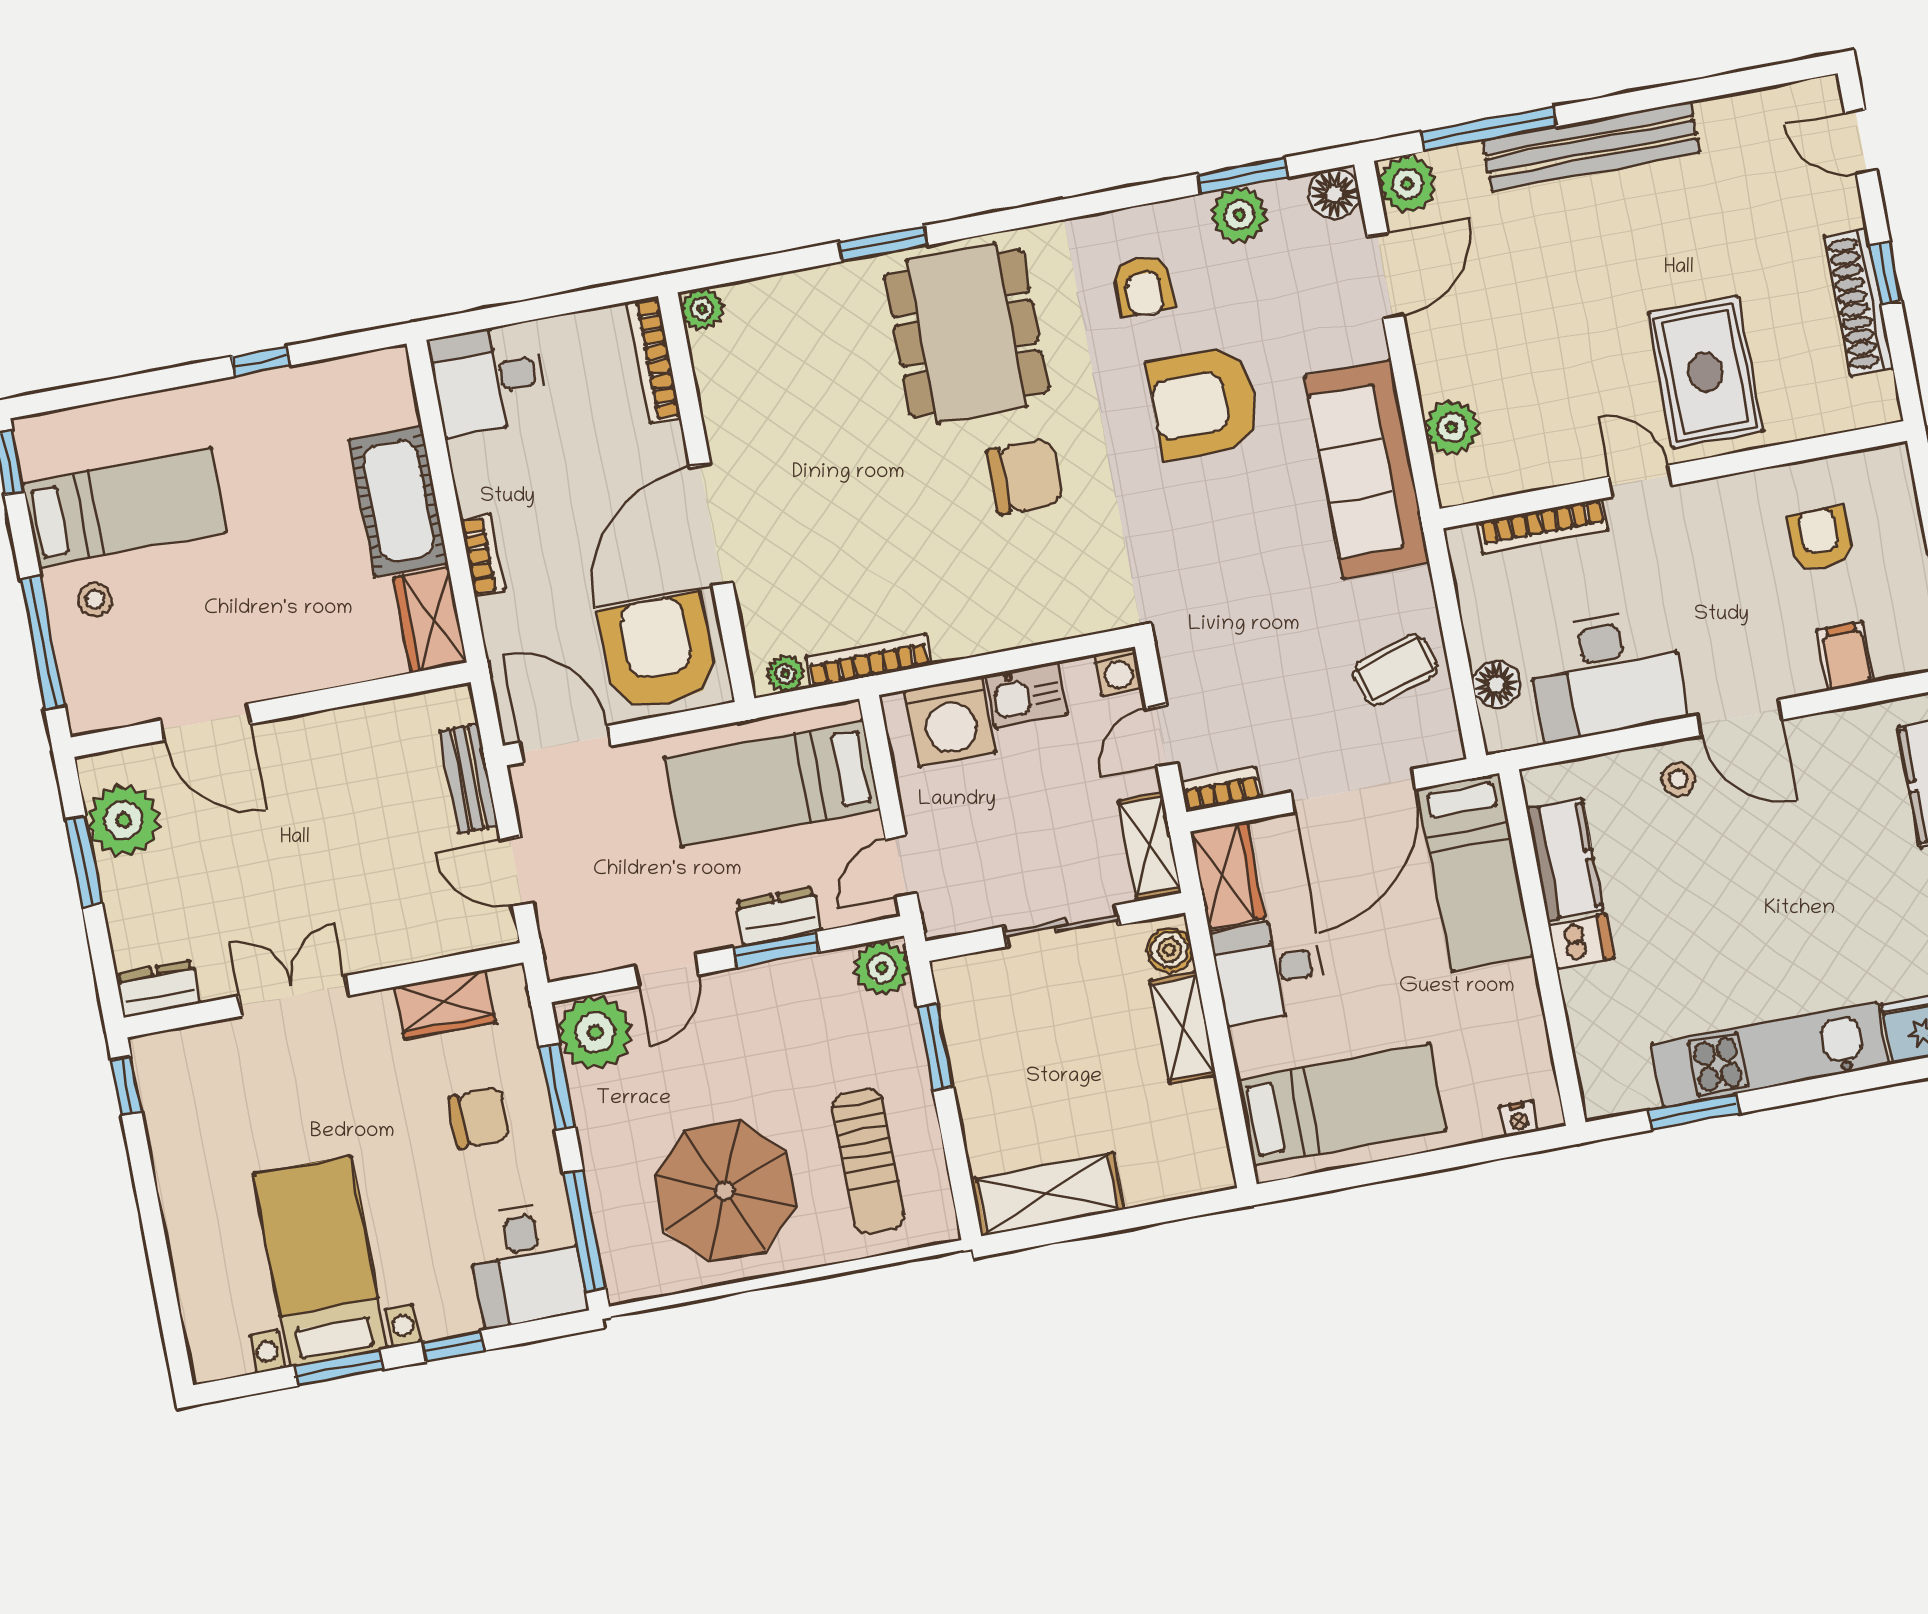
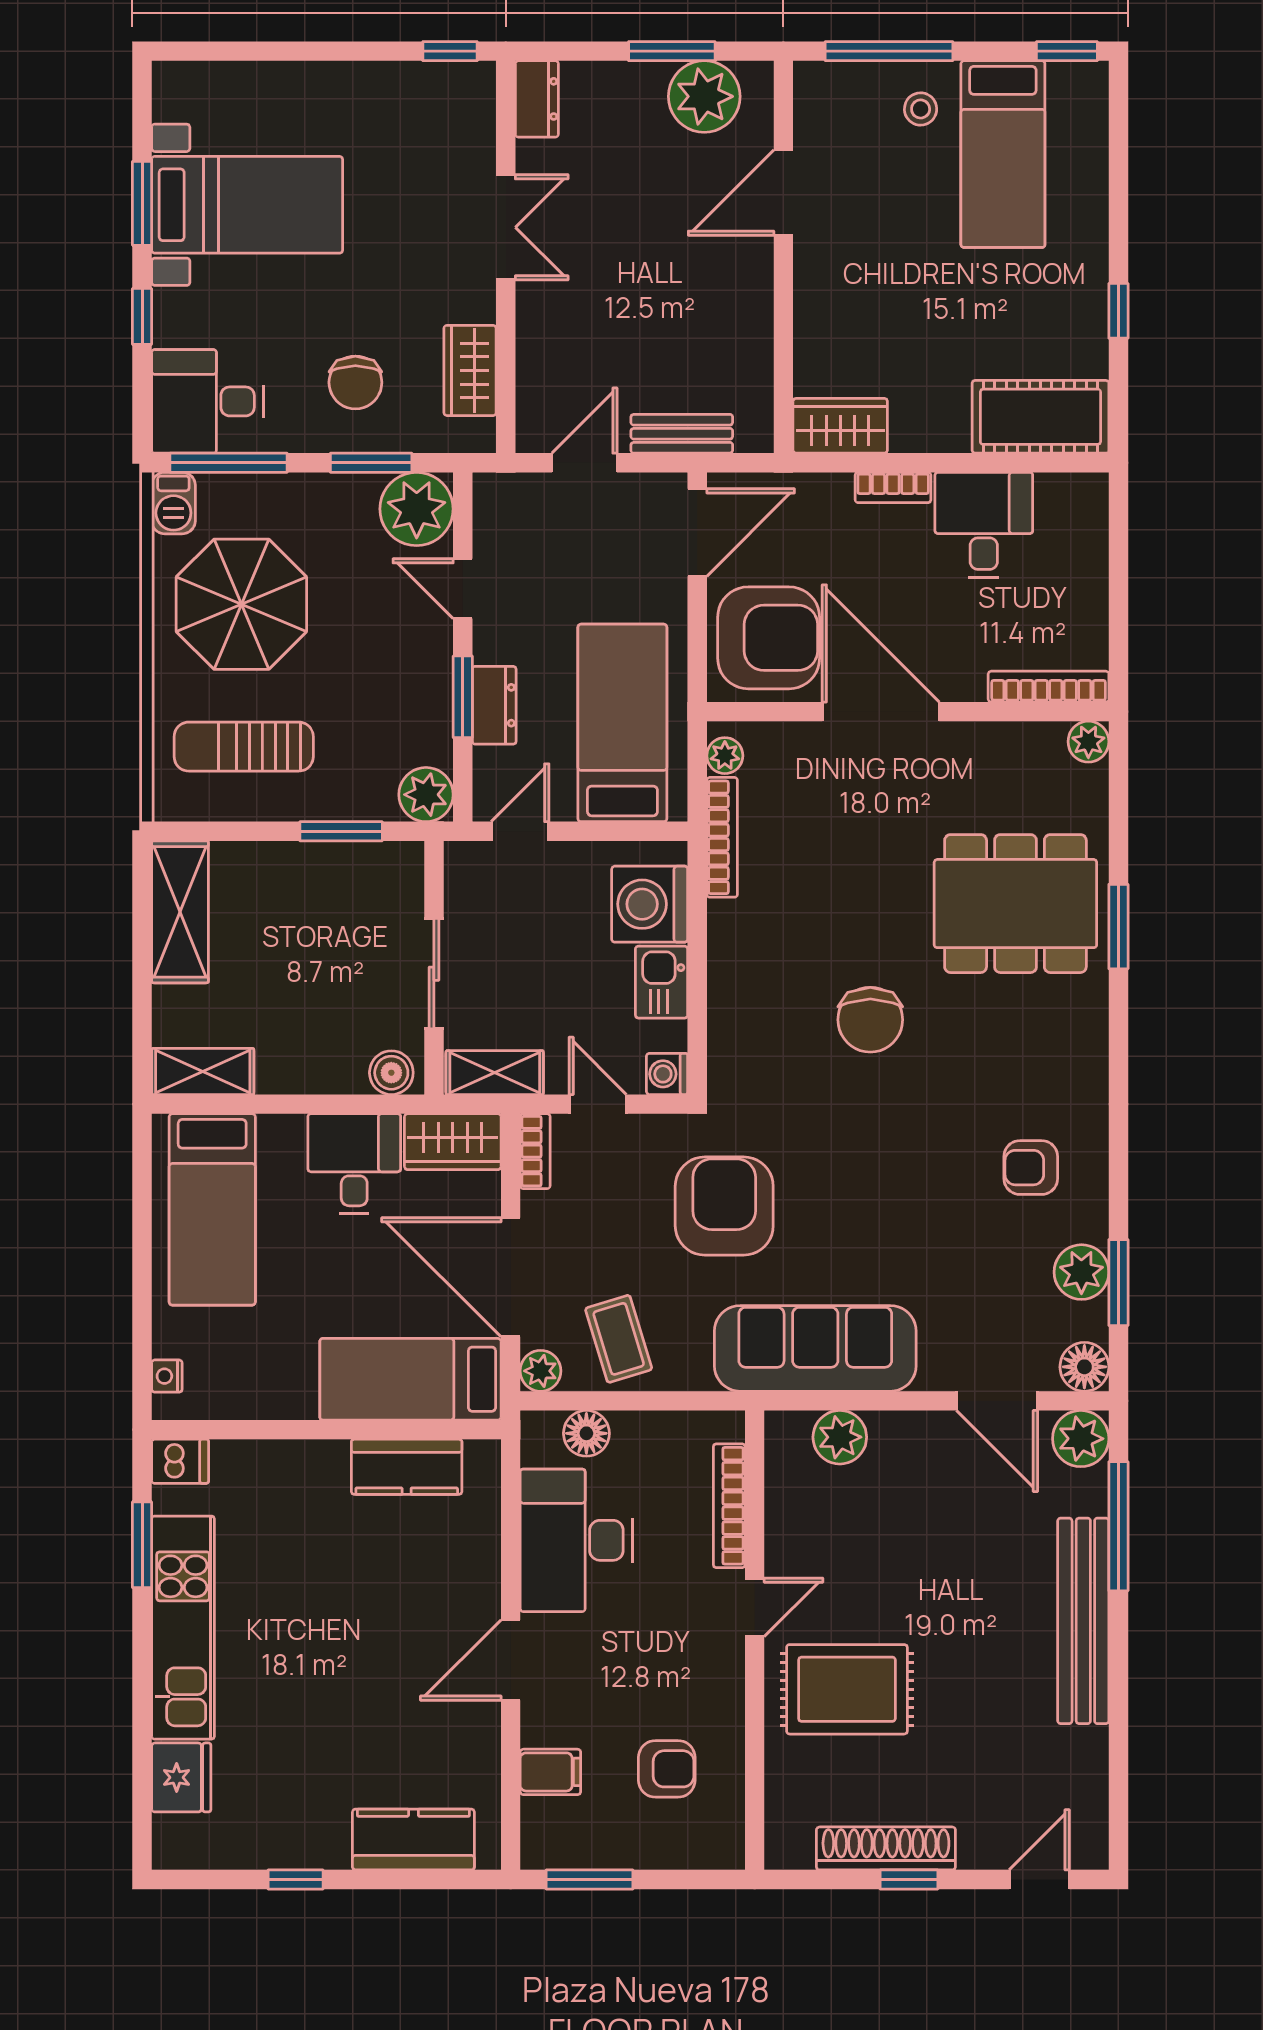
dining table: (966, 333) -> (1015, 904), moved
desk: (489, 379) -> (984, 525), moved
armchair: (1204, 403) -> (724, 1206), moved
cot: (398, 501) -> (1040, 417), moved
plant: (1442, 742) -> (541, 1371), added
stool: (1678, 779) -> (463, 1590), removed
door: (901, 866) -> (520, 831), hinge flipped
dishwasher: (1581, 941) -> (180, 1461), moved, turned -90
shelving: (1183, 1028) -> (203, 1072), moved
barbecue: (636, 1279) -> (173, 503), added

